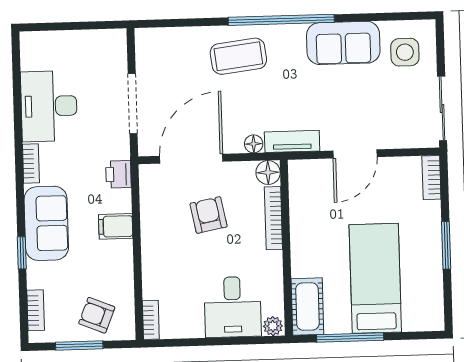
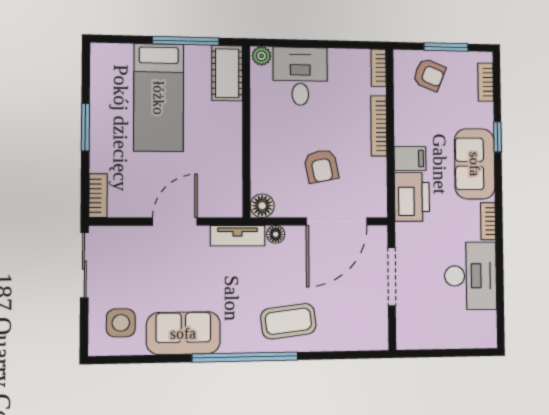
printer: (118, 174) -> (412, 197), width x1.87, depth x1.48
bookcase: (273, 218) -> (379, 126), moved, turned 180

